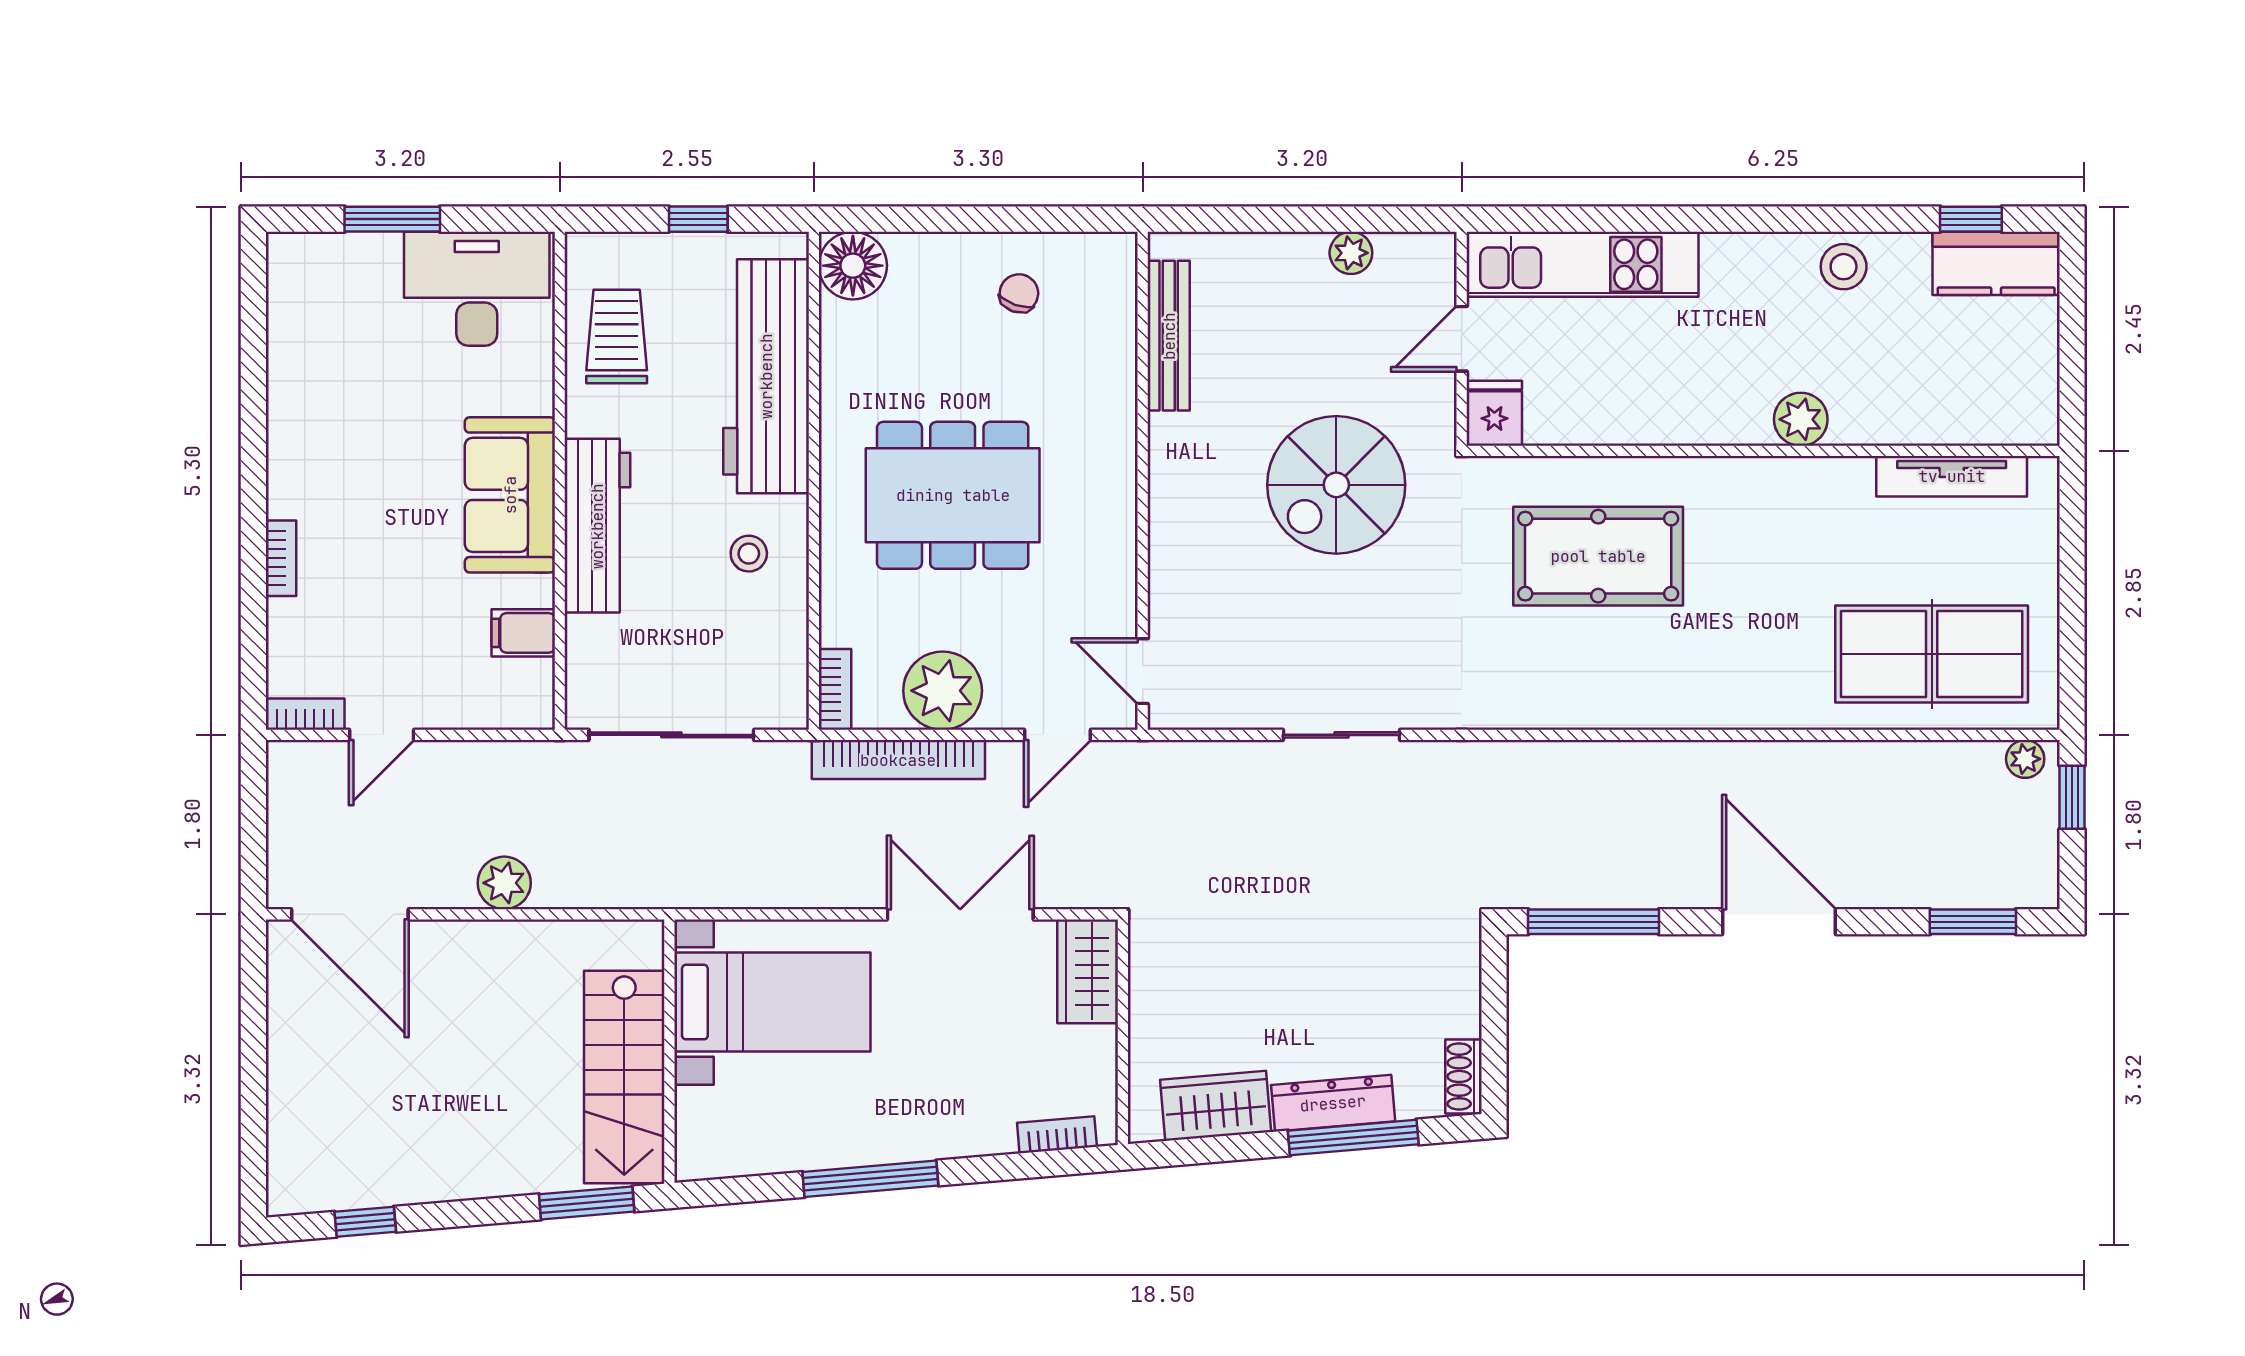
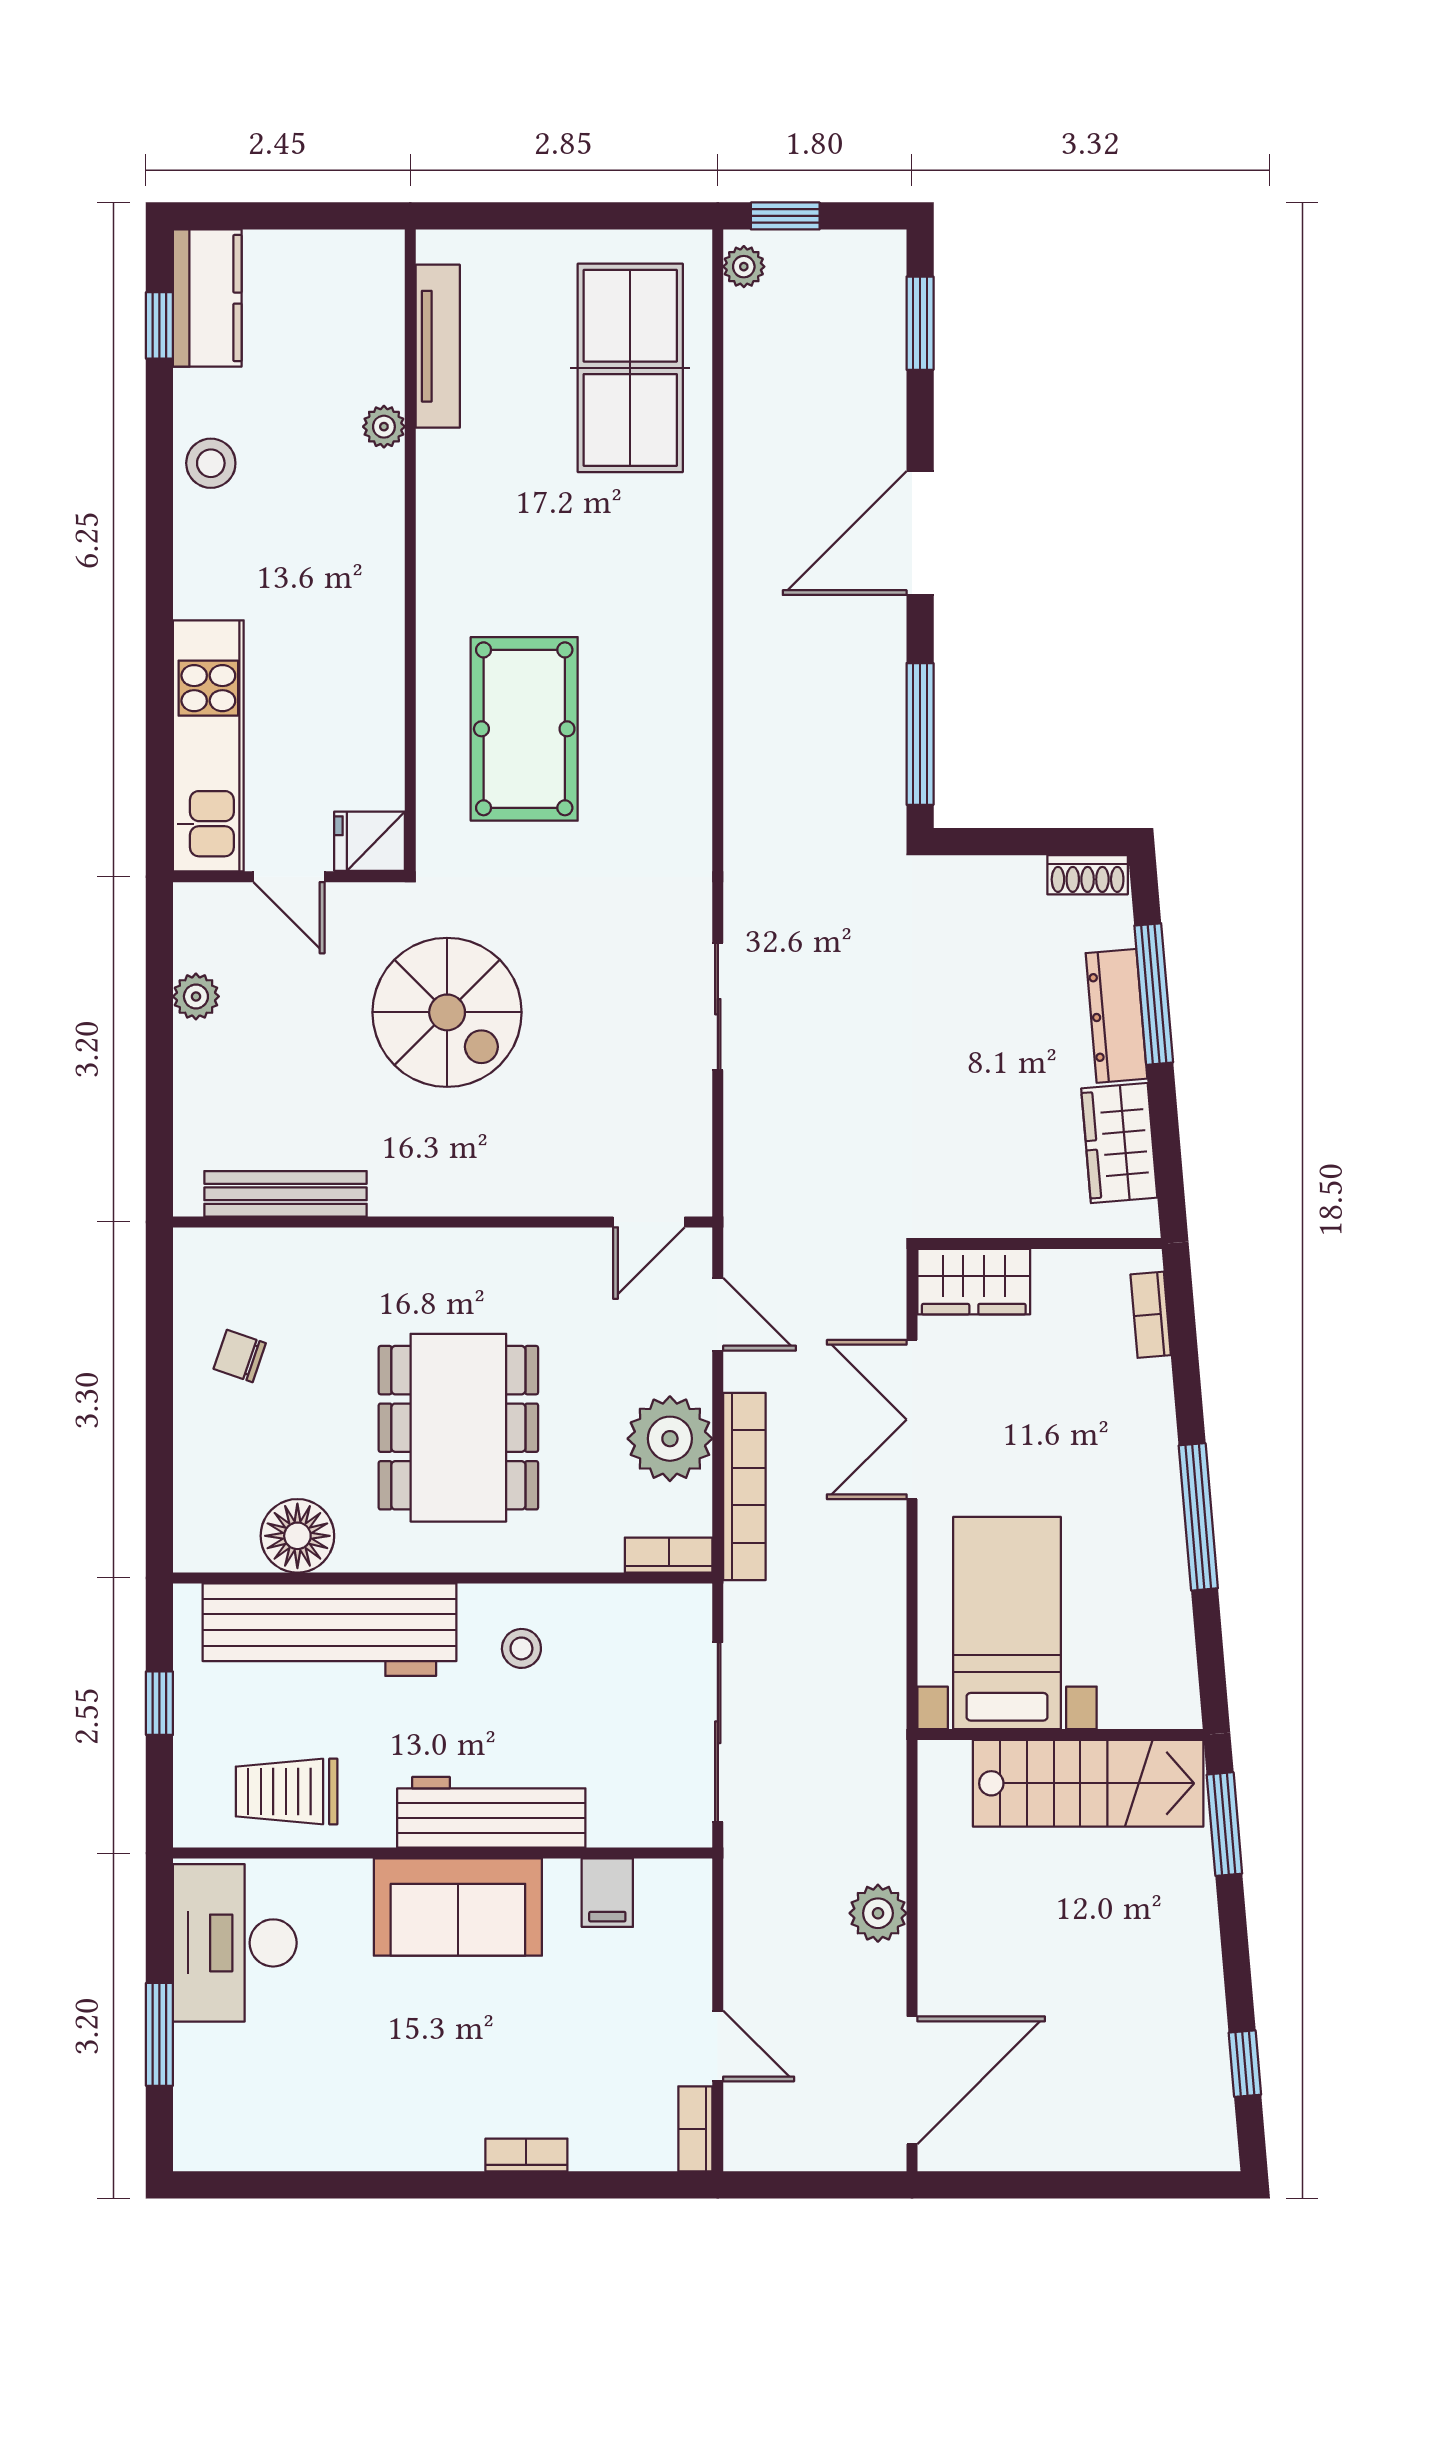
floor lamp: (853, 266) -> (297, 1536), moved
plant: (1801, 419) -> (384, 427), moved, width x0.73, depth x0.73

